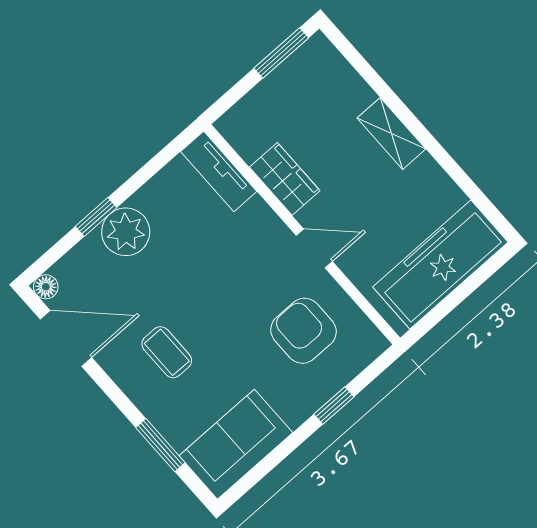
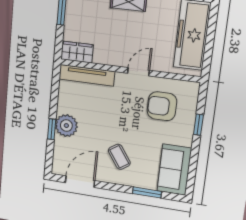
tv unit: (219, 171) -> (87, 75), width x1.41
wardrobe: (285, 179) -> (77, 52), moved
floor lamp: (46, 287) -> (57, 169), removed
coffee table: (167, 352) -> (119, 157), turned 55

